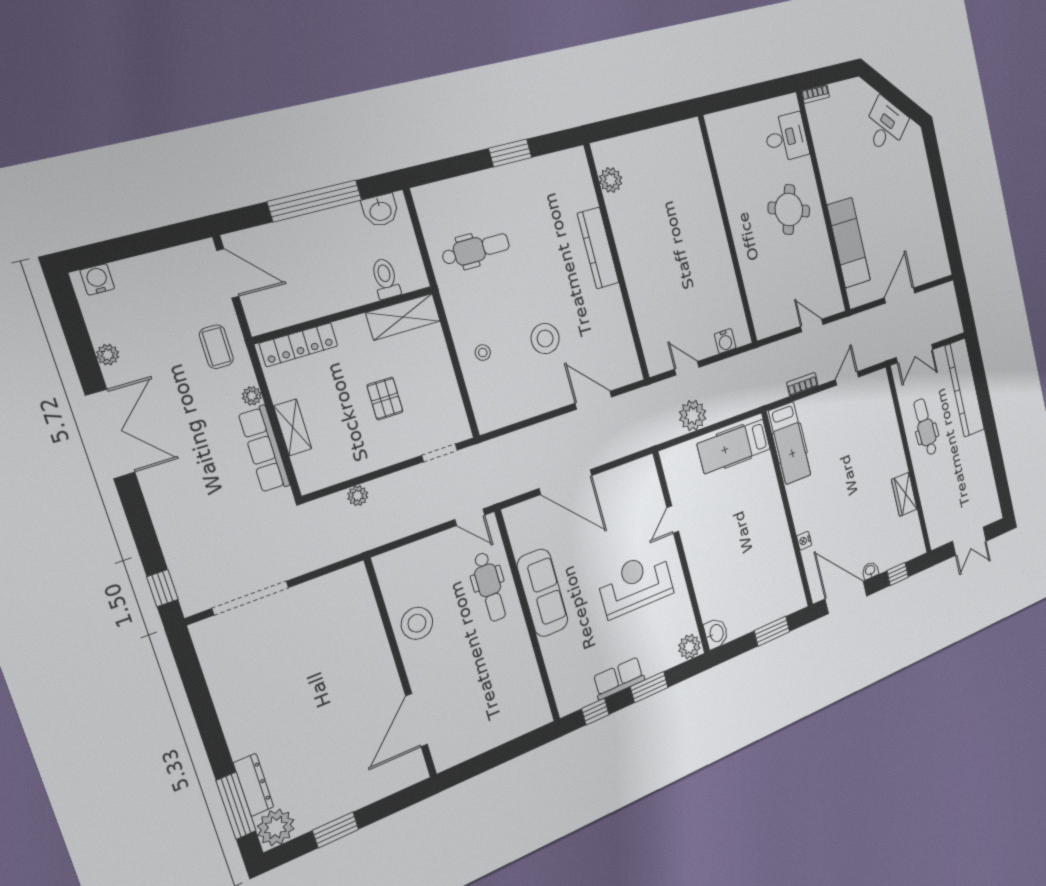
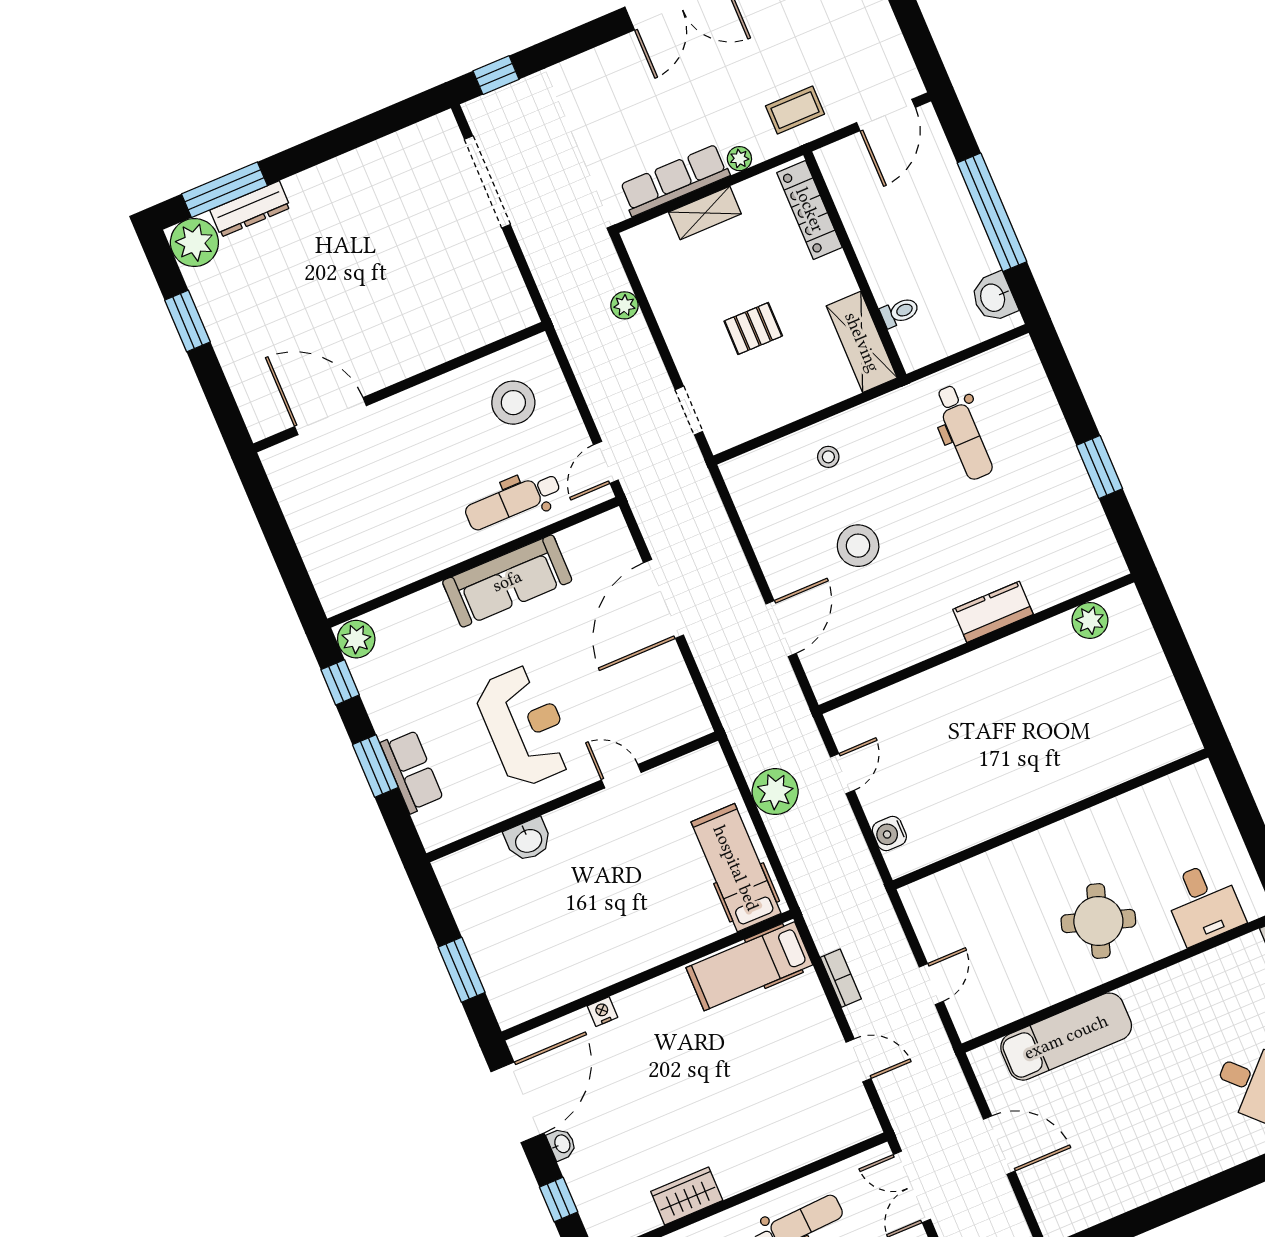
kitchen counter: (598, 248) -> (993, 612), width x0.67
toilet: (386, 279) -> (900, 312), width x0.73, depth x0.72
stool: (417, 623) -> (513, 403), moved
washbasin: (716, 633) -> (528, 840), moved
plant: (689, 647) -> (356, 639), moved
row of seats: (619, 678) -> (412, 771), moved

